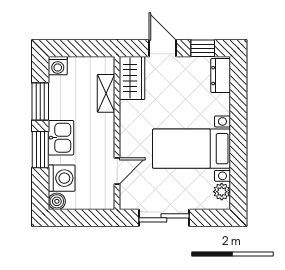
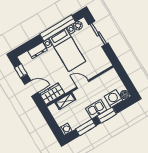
door: (163, 48) -> (31, 88), swing flipped
dresser: (221, 76) -> (37, 51), moved
window: (238, 154) -> (58, 28), added
door: (117, 171) -> (83, 84), moved
sliding door: (164, 218) -> (98, 34), moved

